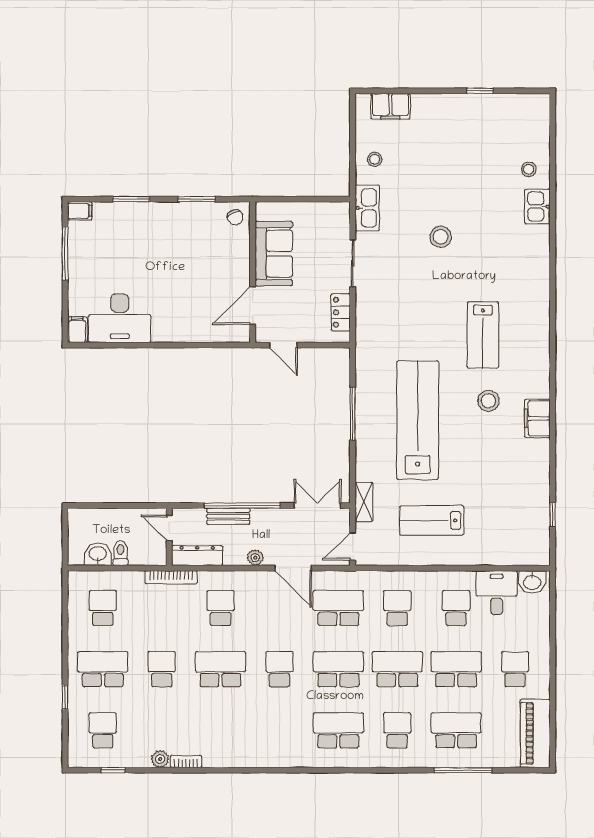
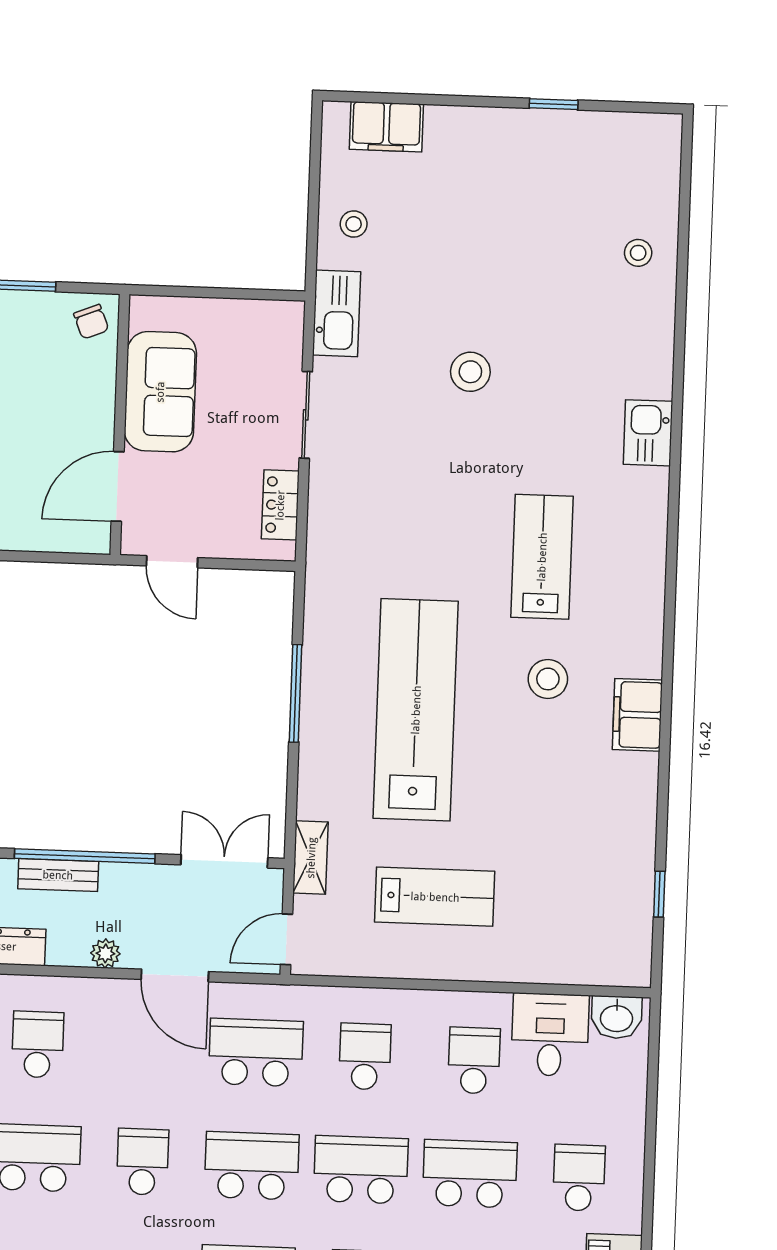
kitchen sink: (538, 206) -> (648, 433), moved
lab bench: (483, 335) -> (542, 557), turned 180
lab bench: (432, 520) -> (435, 897), turned 180

